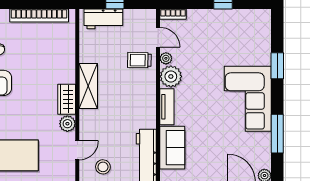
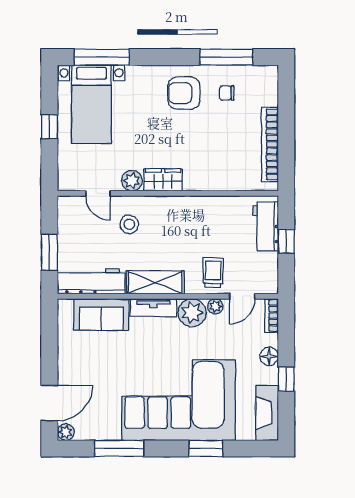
floor lamp: (205, 16) -> (269, 356), added
fireplace: (249, 18) -> (267, 413), added
shelving: (88, 86) -> (155, 282), moved
corner sofa: (248, 99) -> (179, 400), width x1.36, depth x1.36
stool: (103, 167) -> (129, 224), moved

